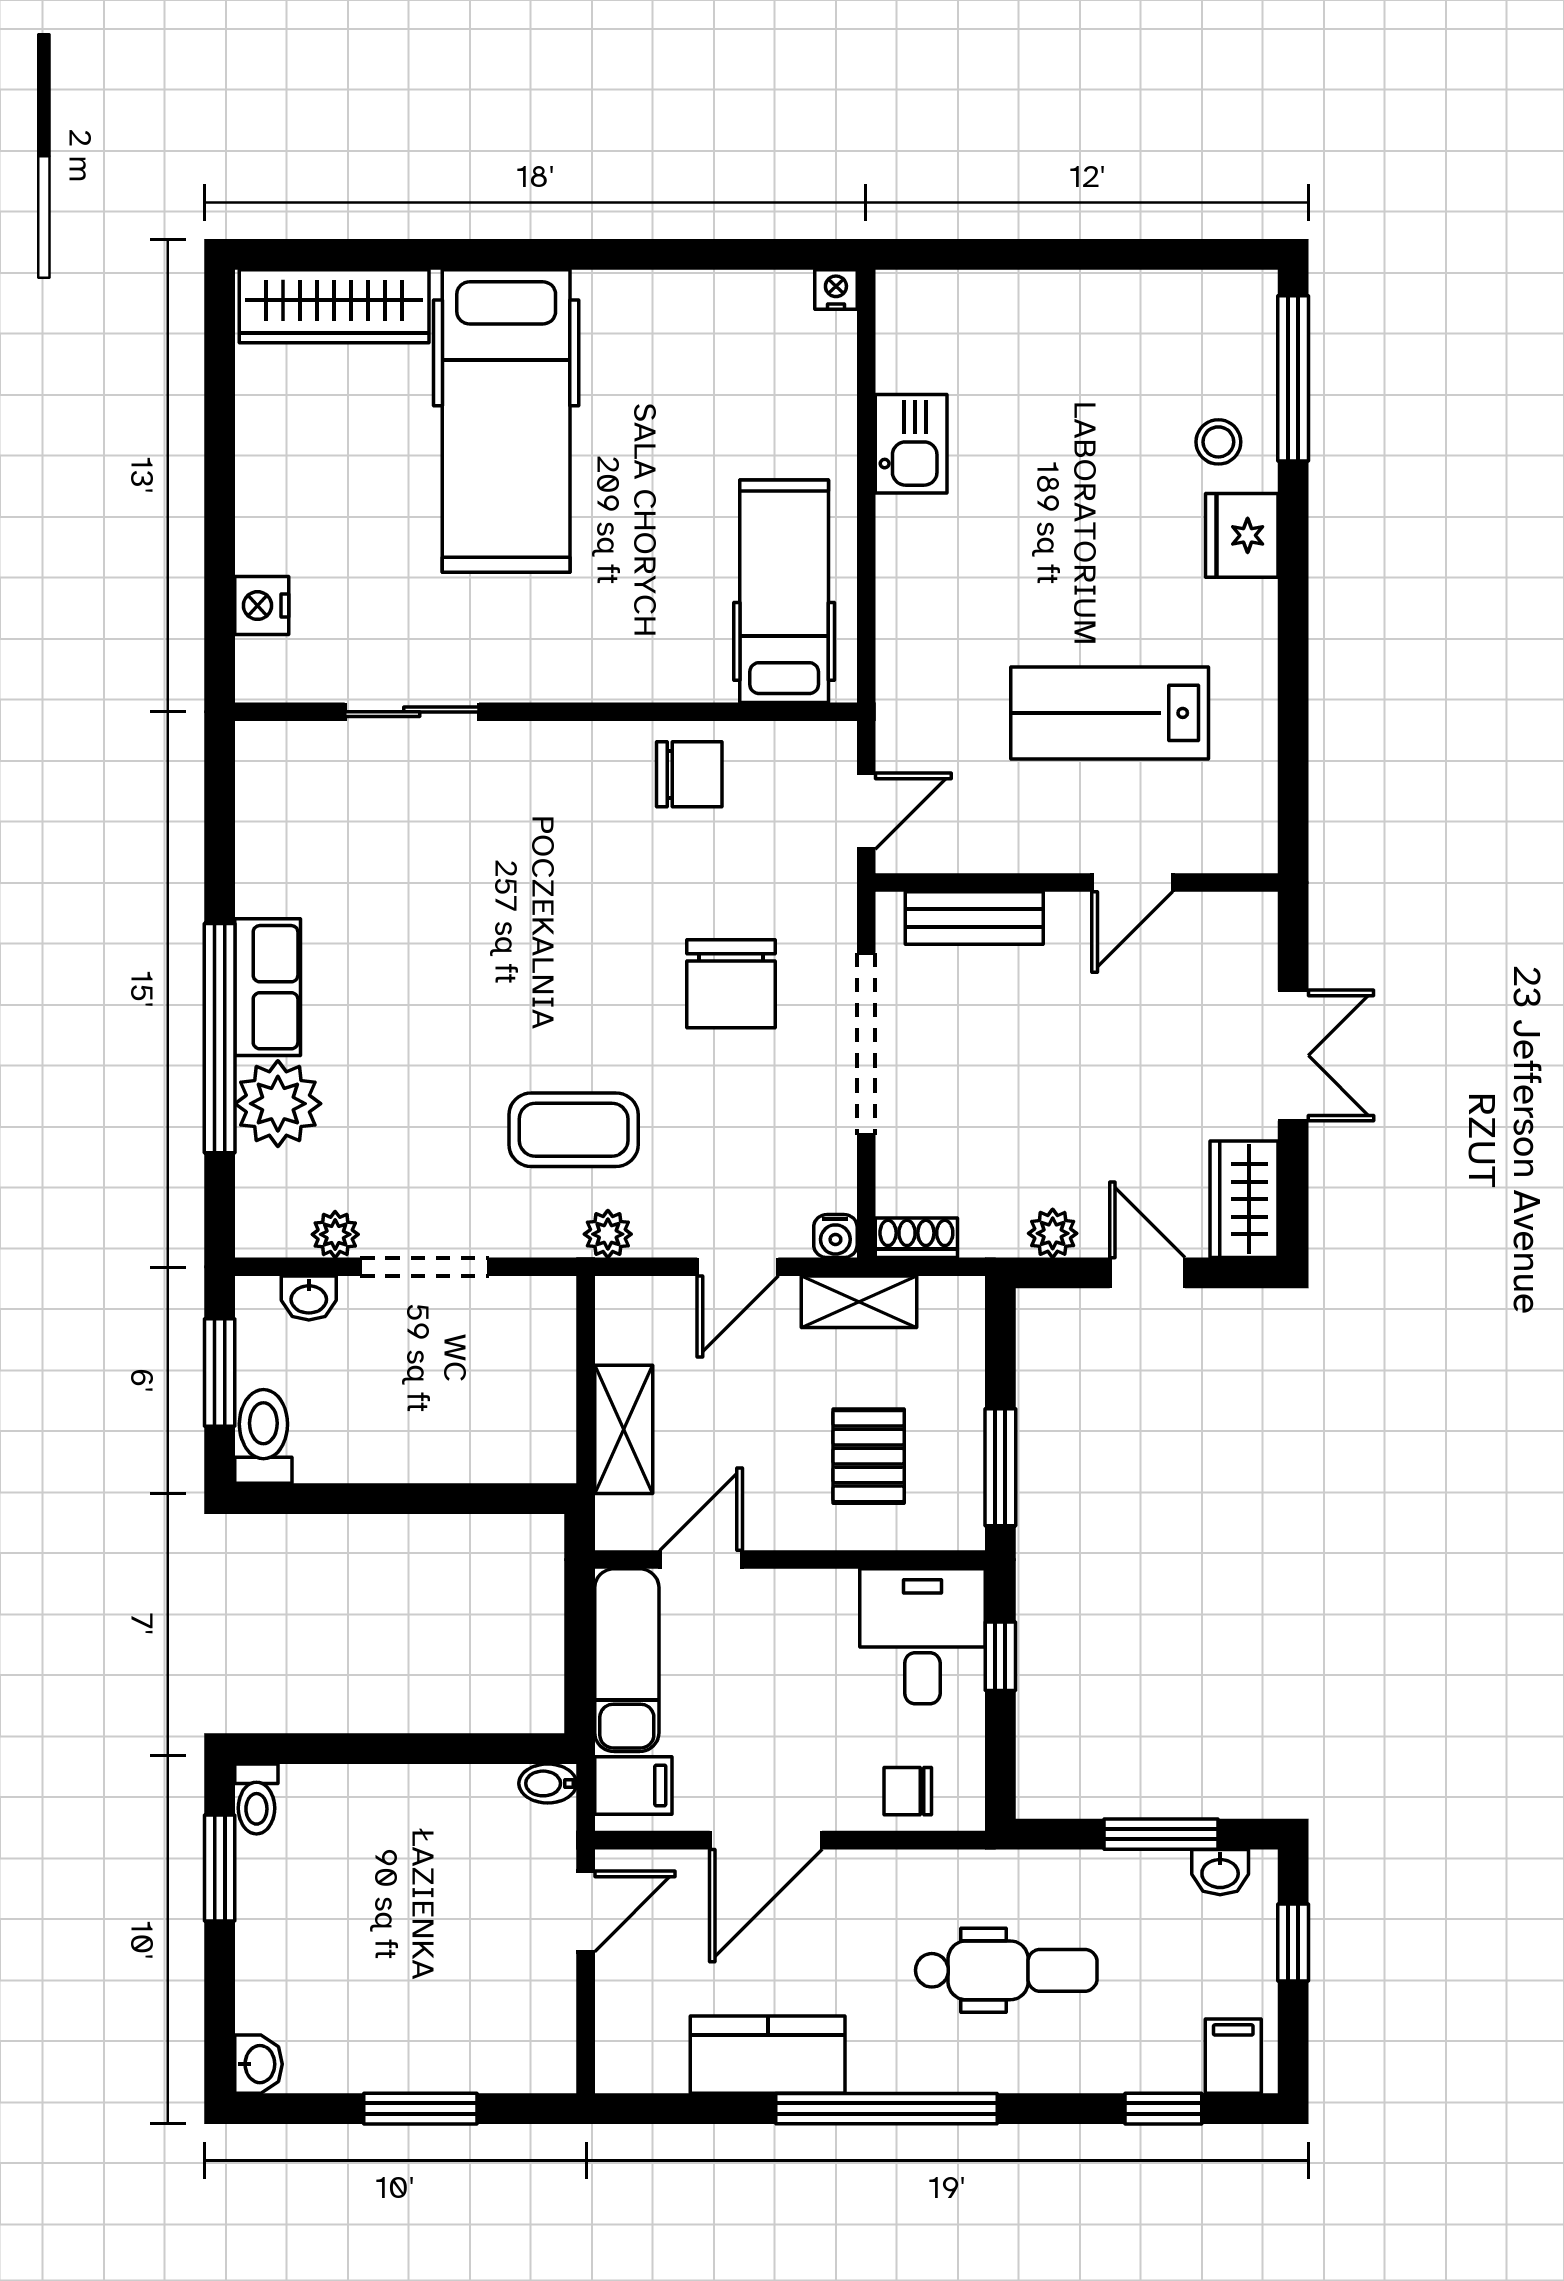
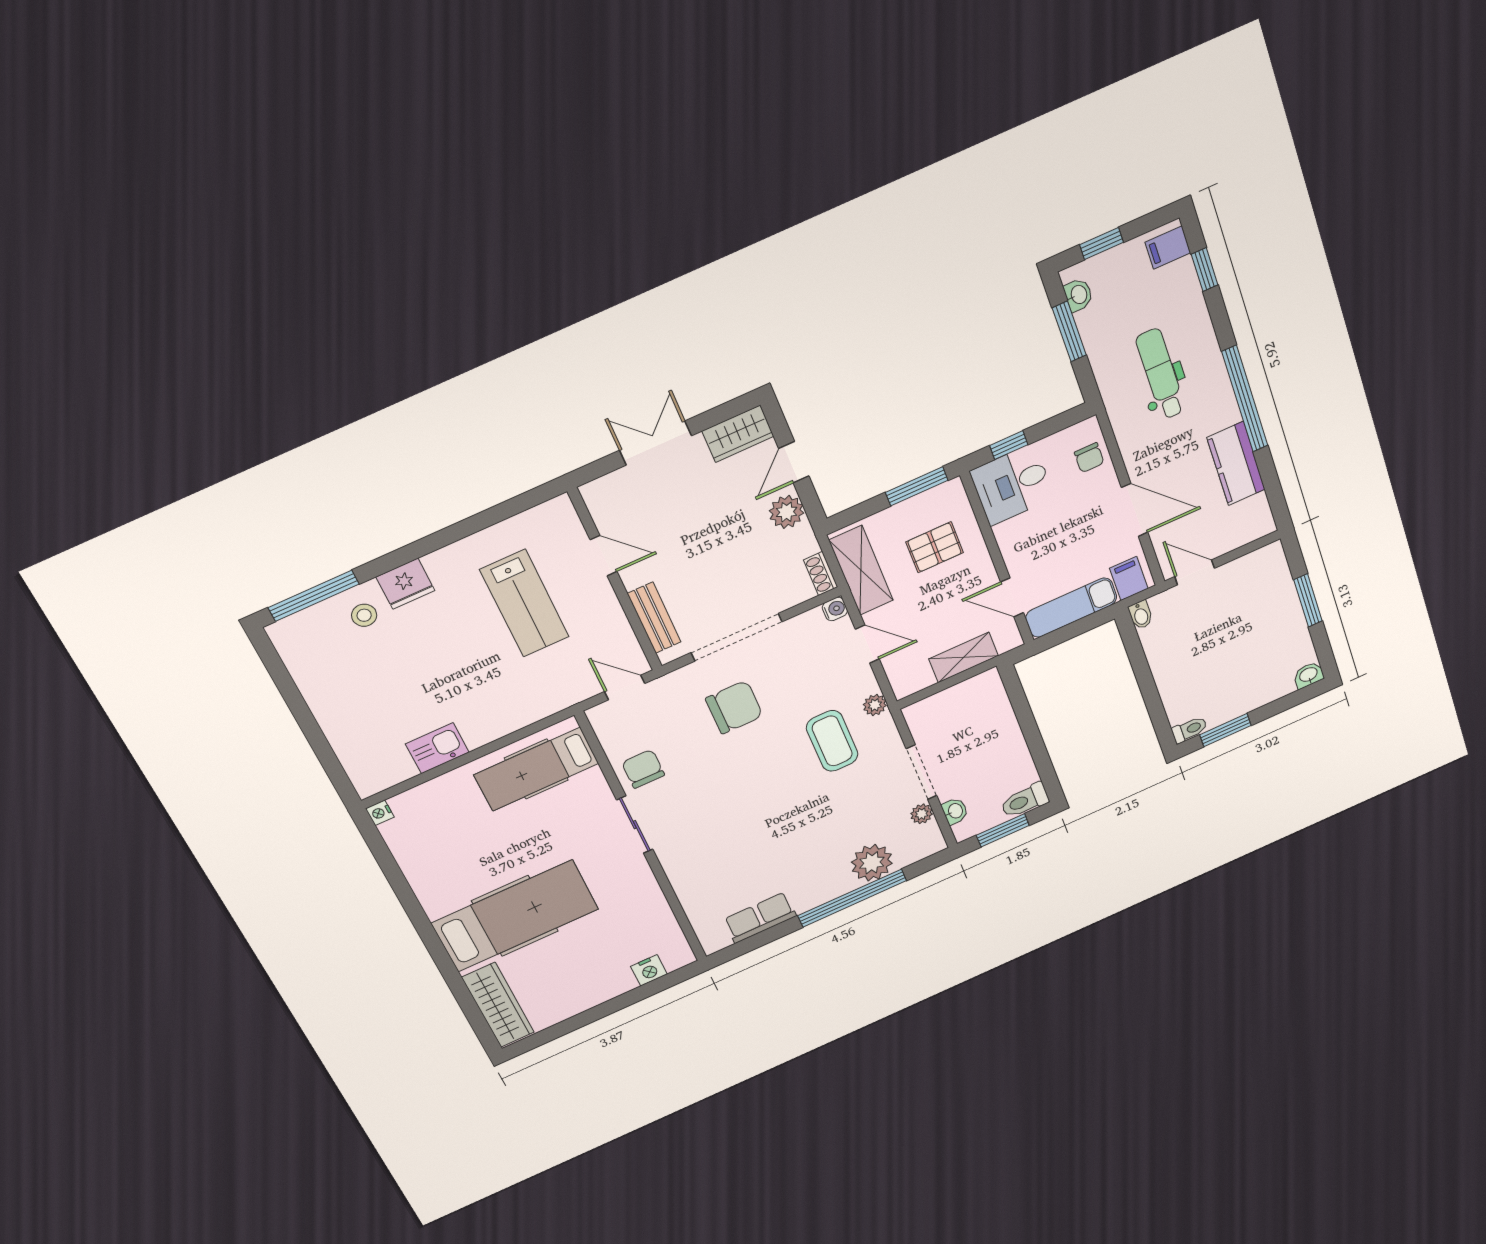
sliding door: (412, 712) -> (635, 825), moved
row of seats: (268, 987) -> (760, 918), moved
plant: (1053, 1233) -> (787, 512), width x1.38, depth x1.38
shelving: (859, 1302) -> (861, 570), width x1.50, depth x1.33

